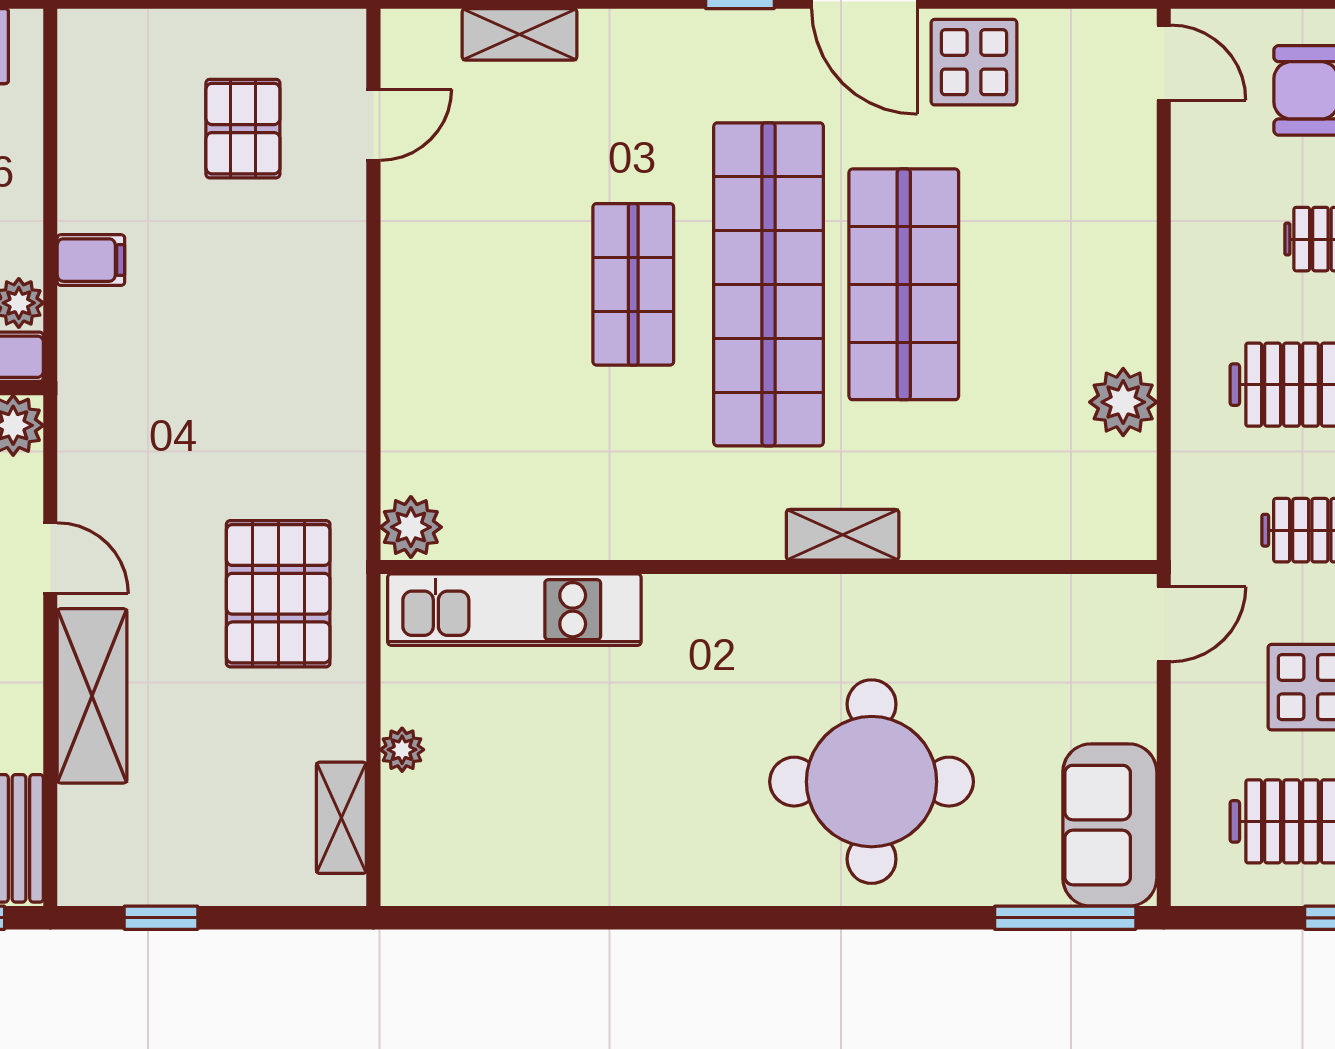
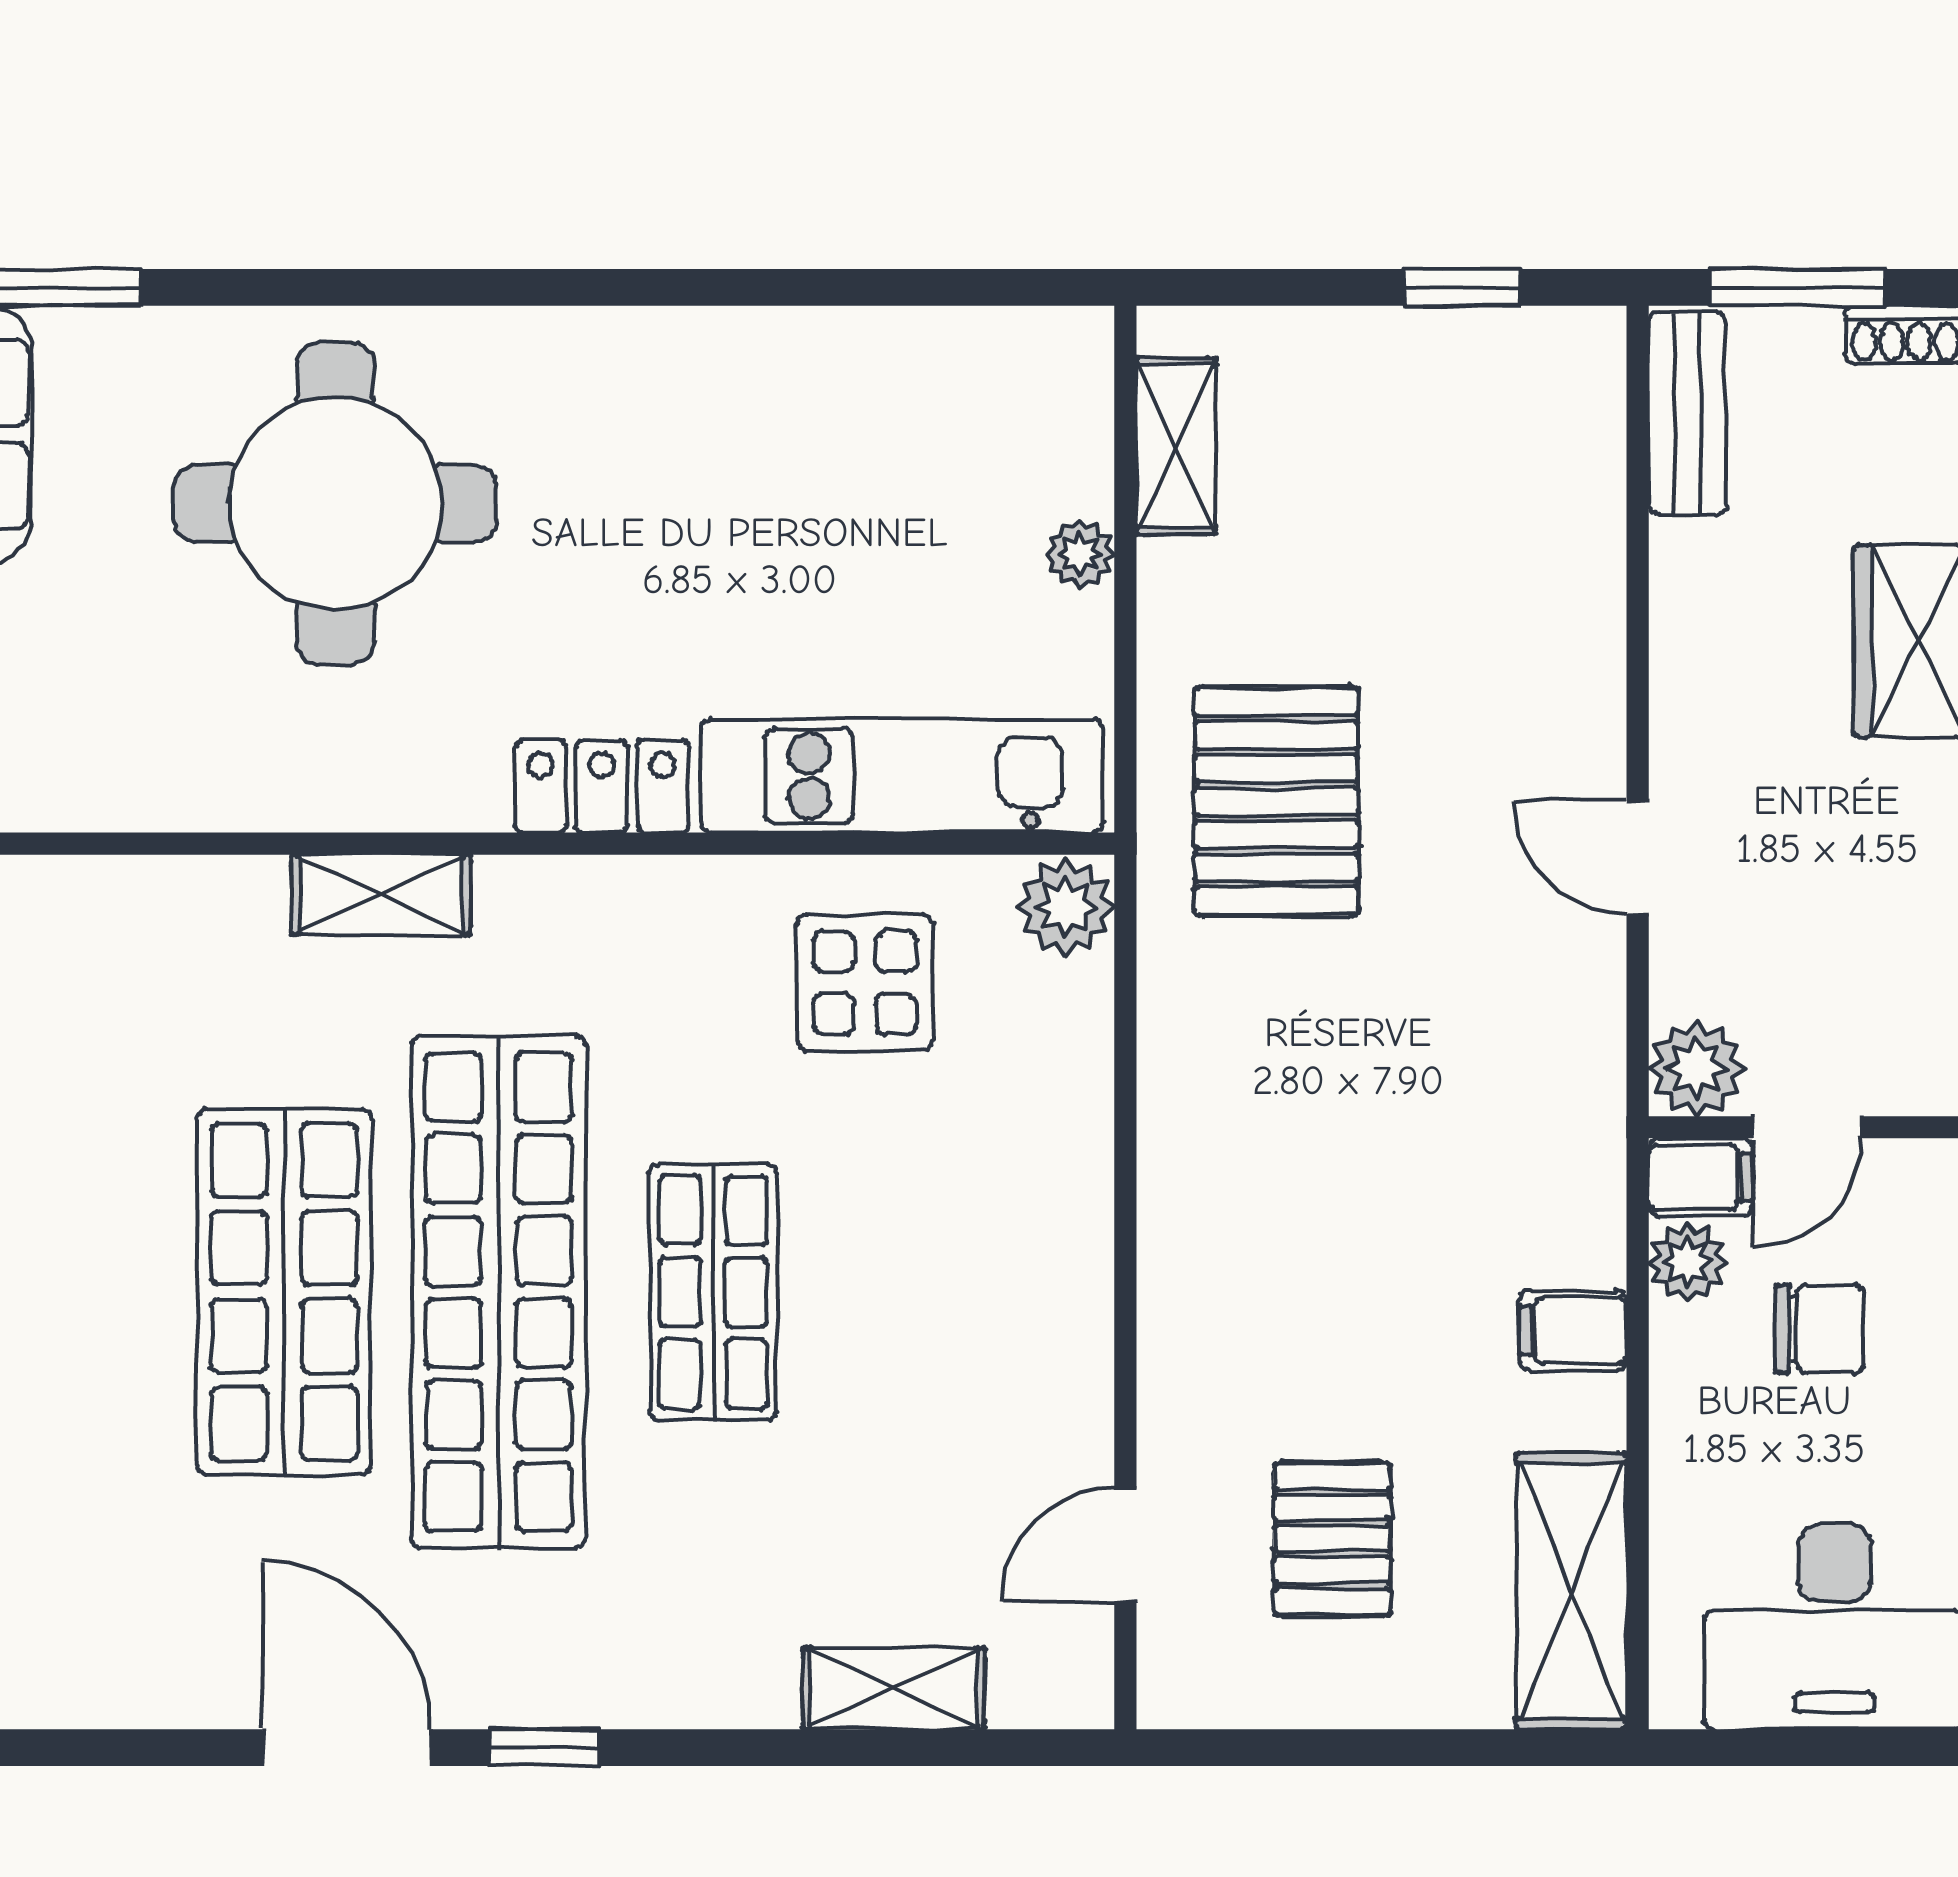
display table: (974, 62) -> (865, 983), moved
locker: (704, 603) -> (602, 786), added
shelving: (92, 696) -> (1571, 1591), moved

